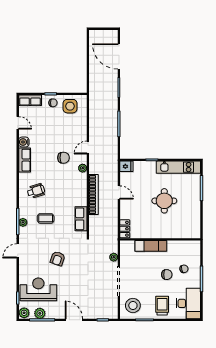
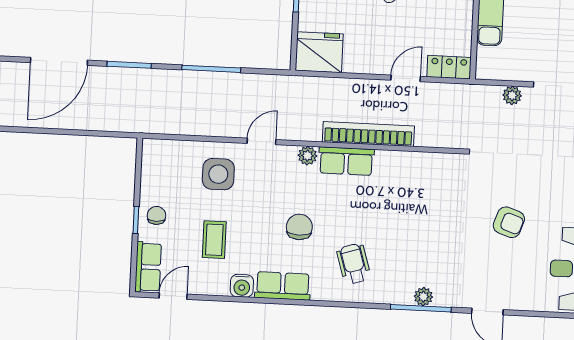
side table: (70, 106) -> (218, 174), moved
door: (18, 123) -> (173, 296), moved
door: (88, 148) -> (261, 141), swing flipped
chair: (64, 158) -> (299, 227), moved
fridge: (126, 166) -> (319, 52), width x1.88, depth x1.34
door: (119, 192) -> (406, 78), moved
coffee table: (46, 218) -> (214, 240), moved
row of seats: (81, 219) -> (346, 161), moved

